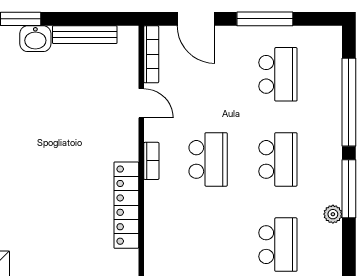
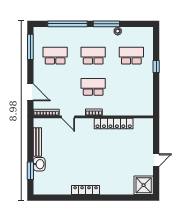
door: (196, 19) -> (30, 92), hinge flipped
window: (265, 19) -> (30, 47), moved
door: (141, 103) -> (68, 117), swing flipped

